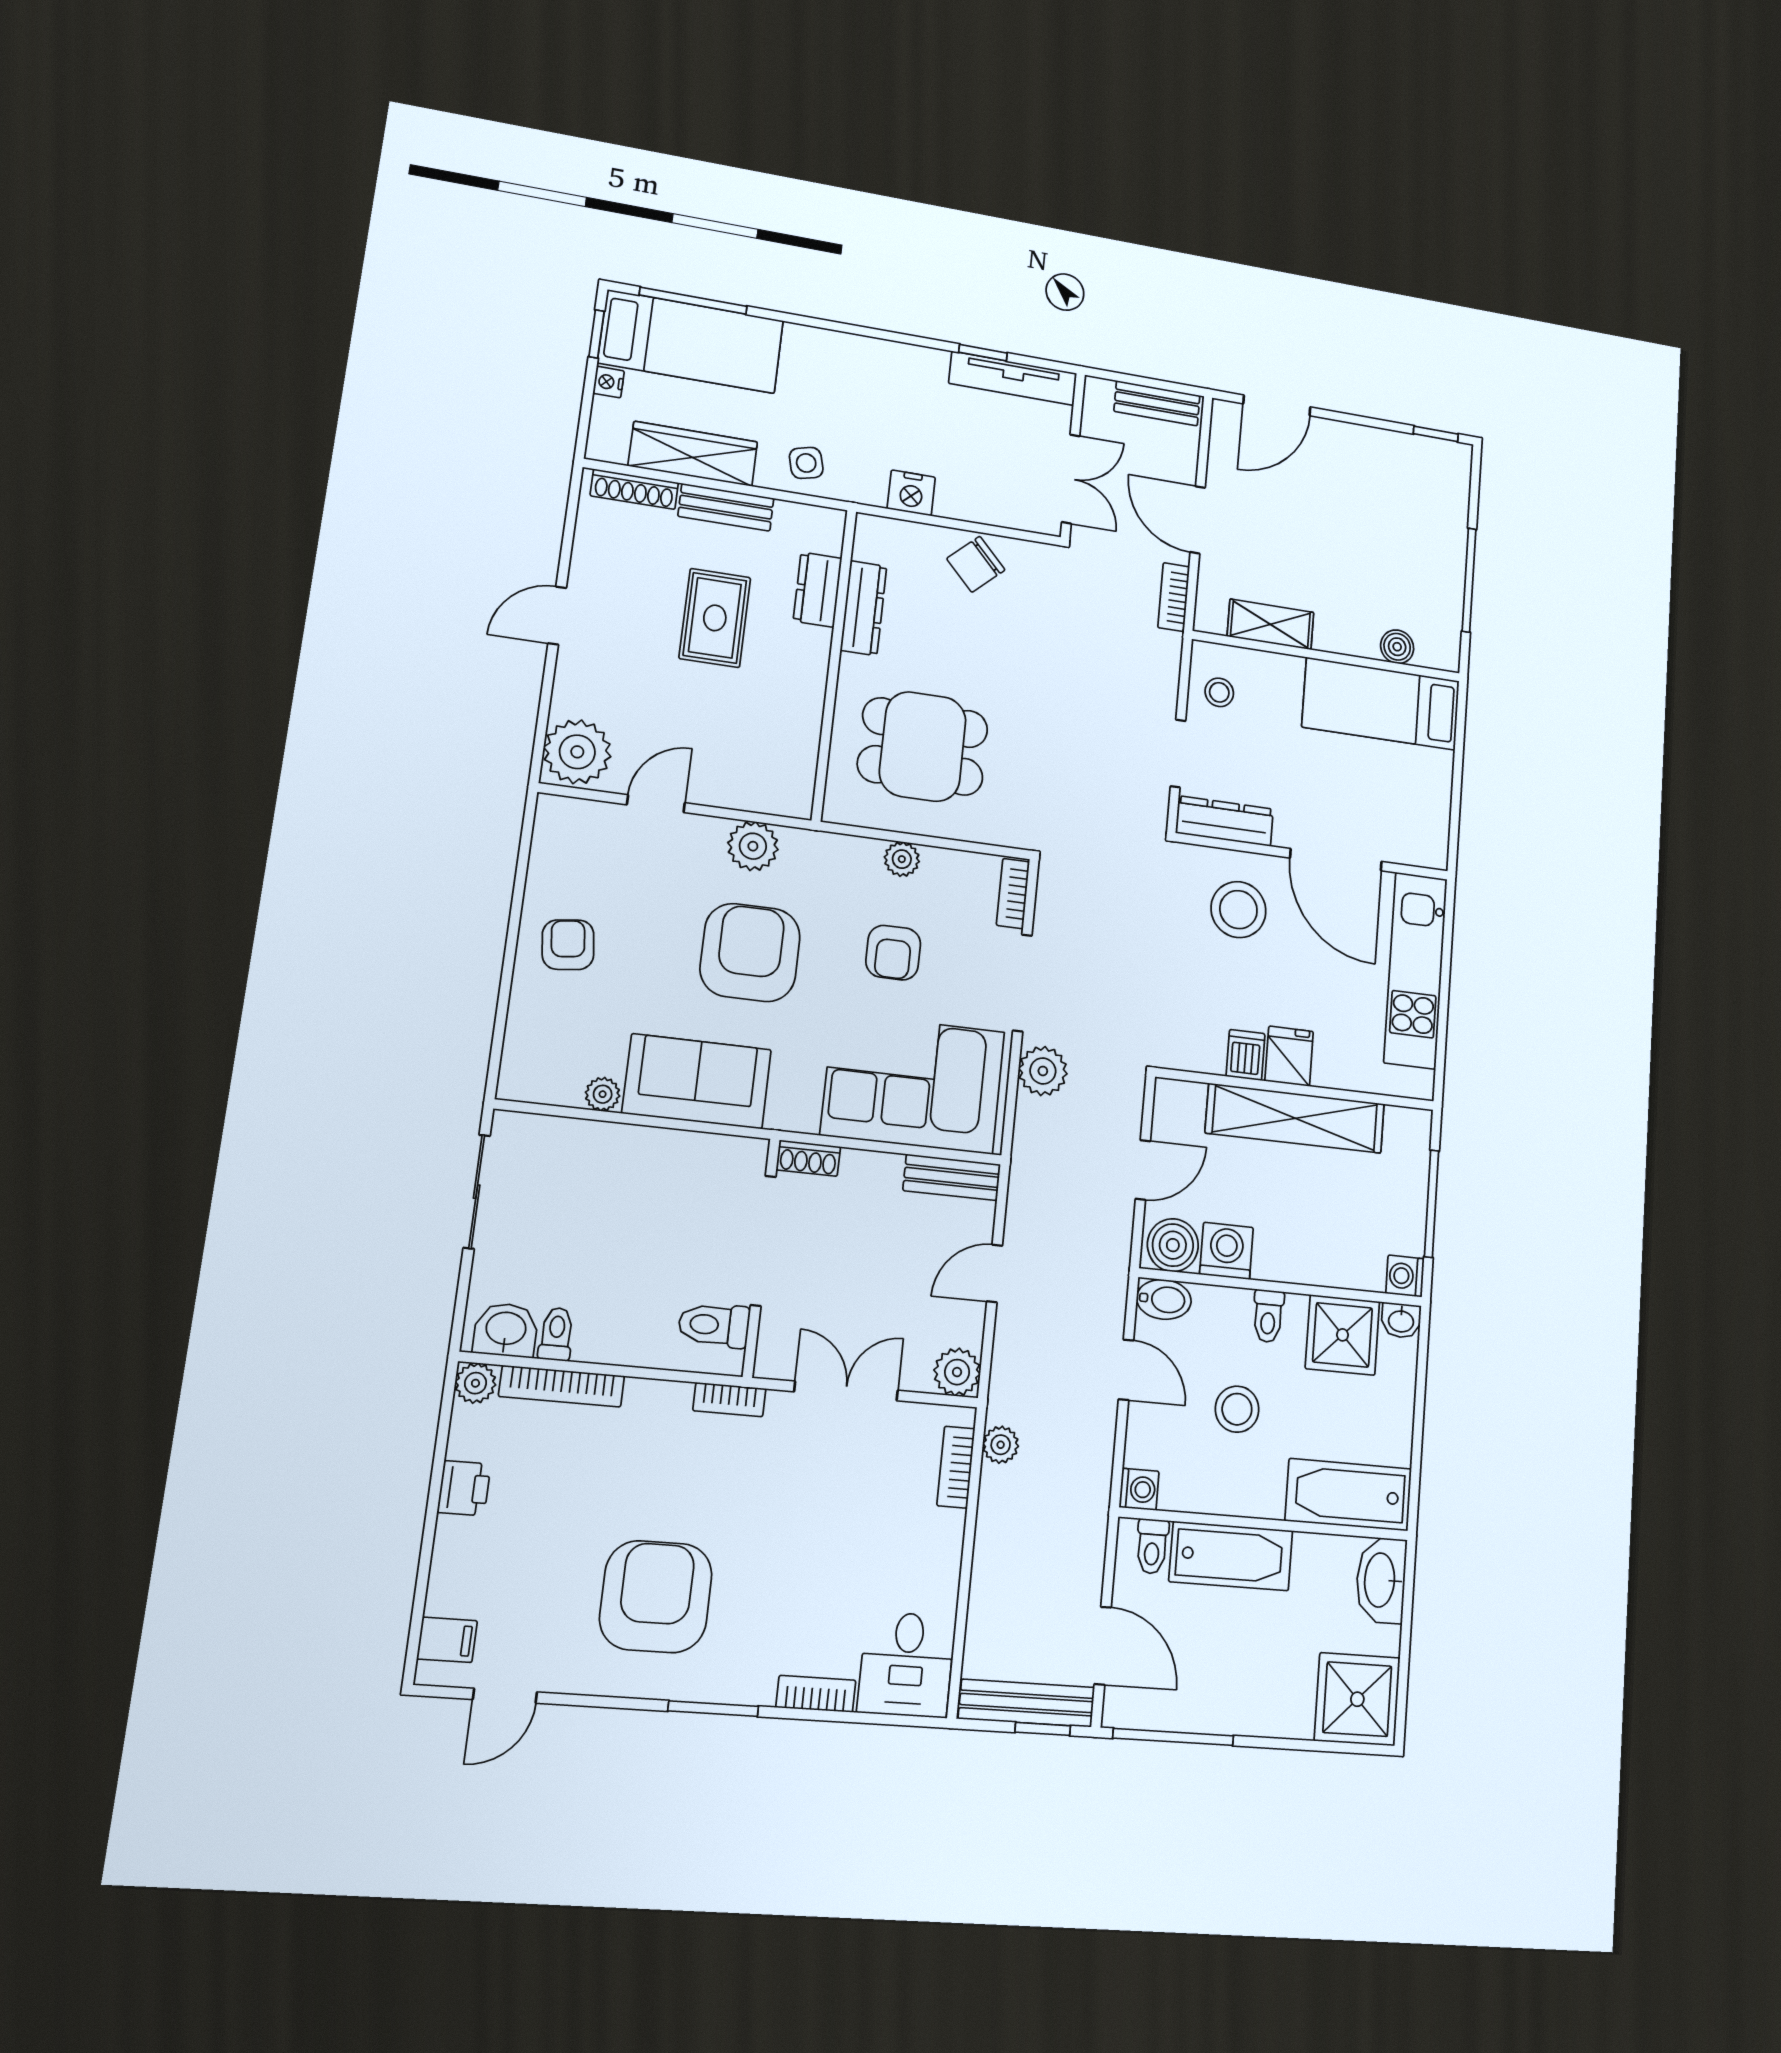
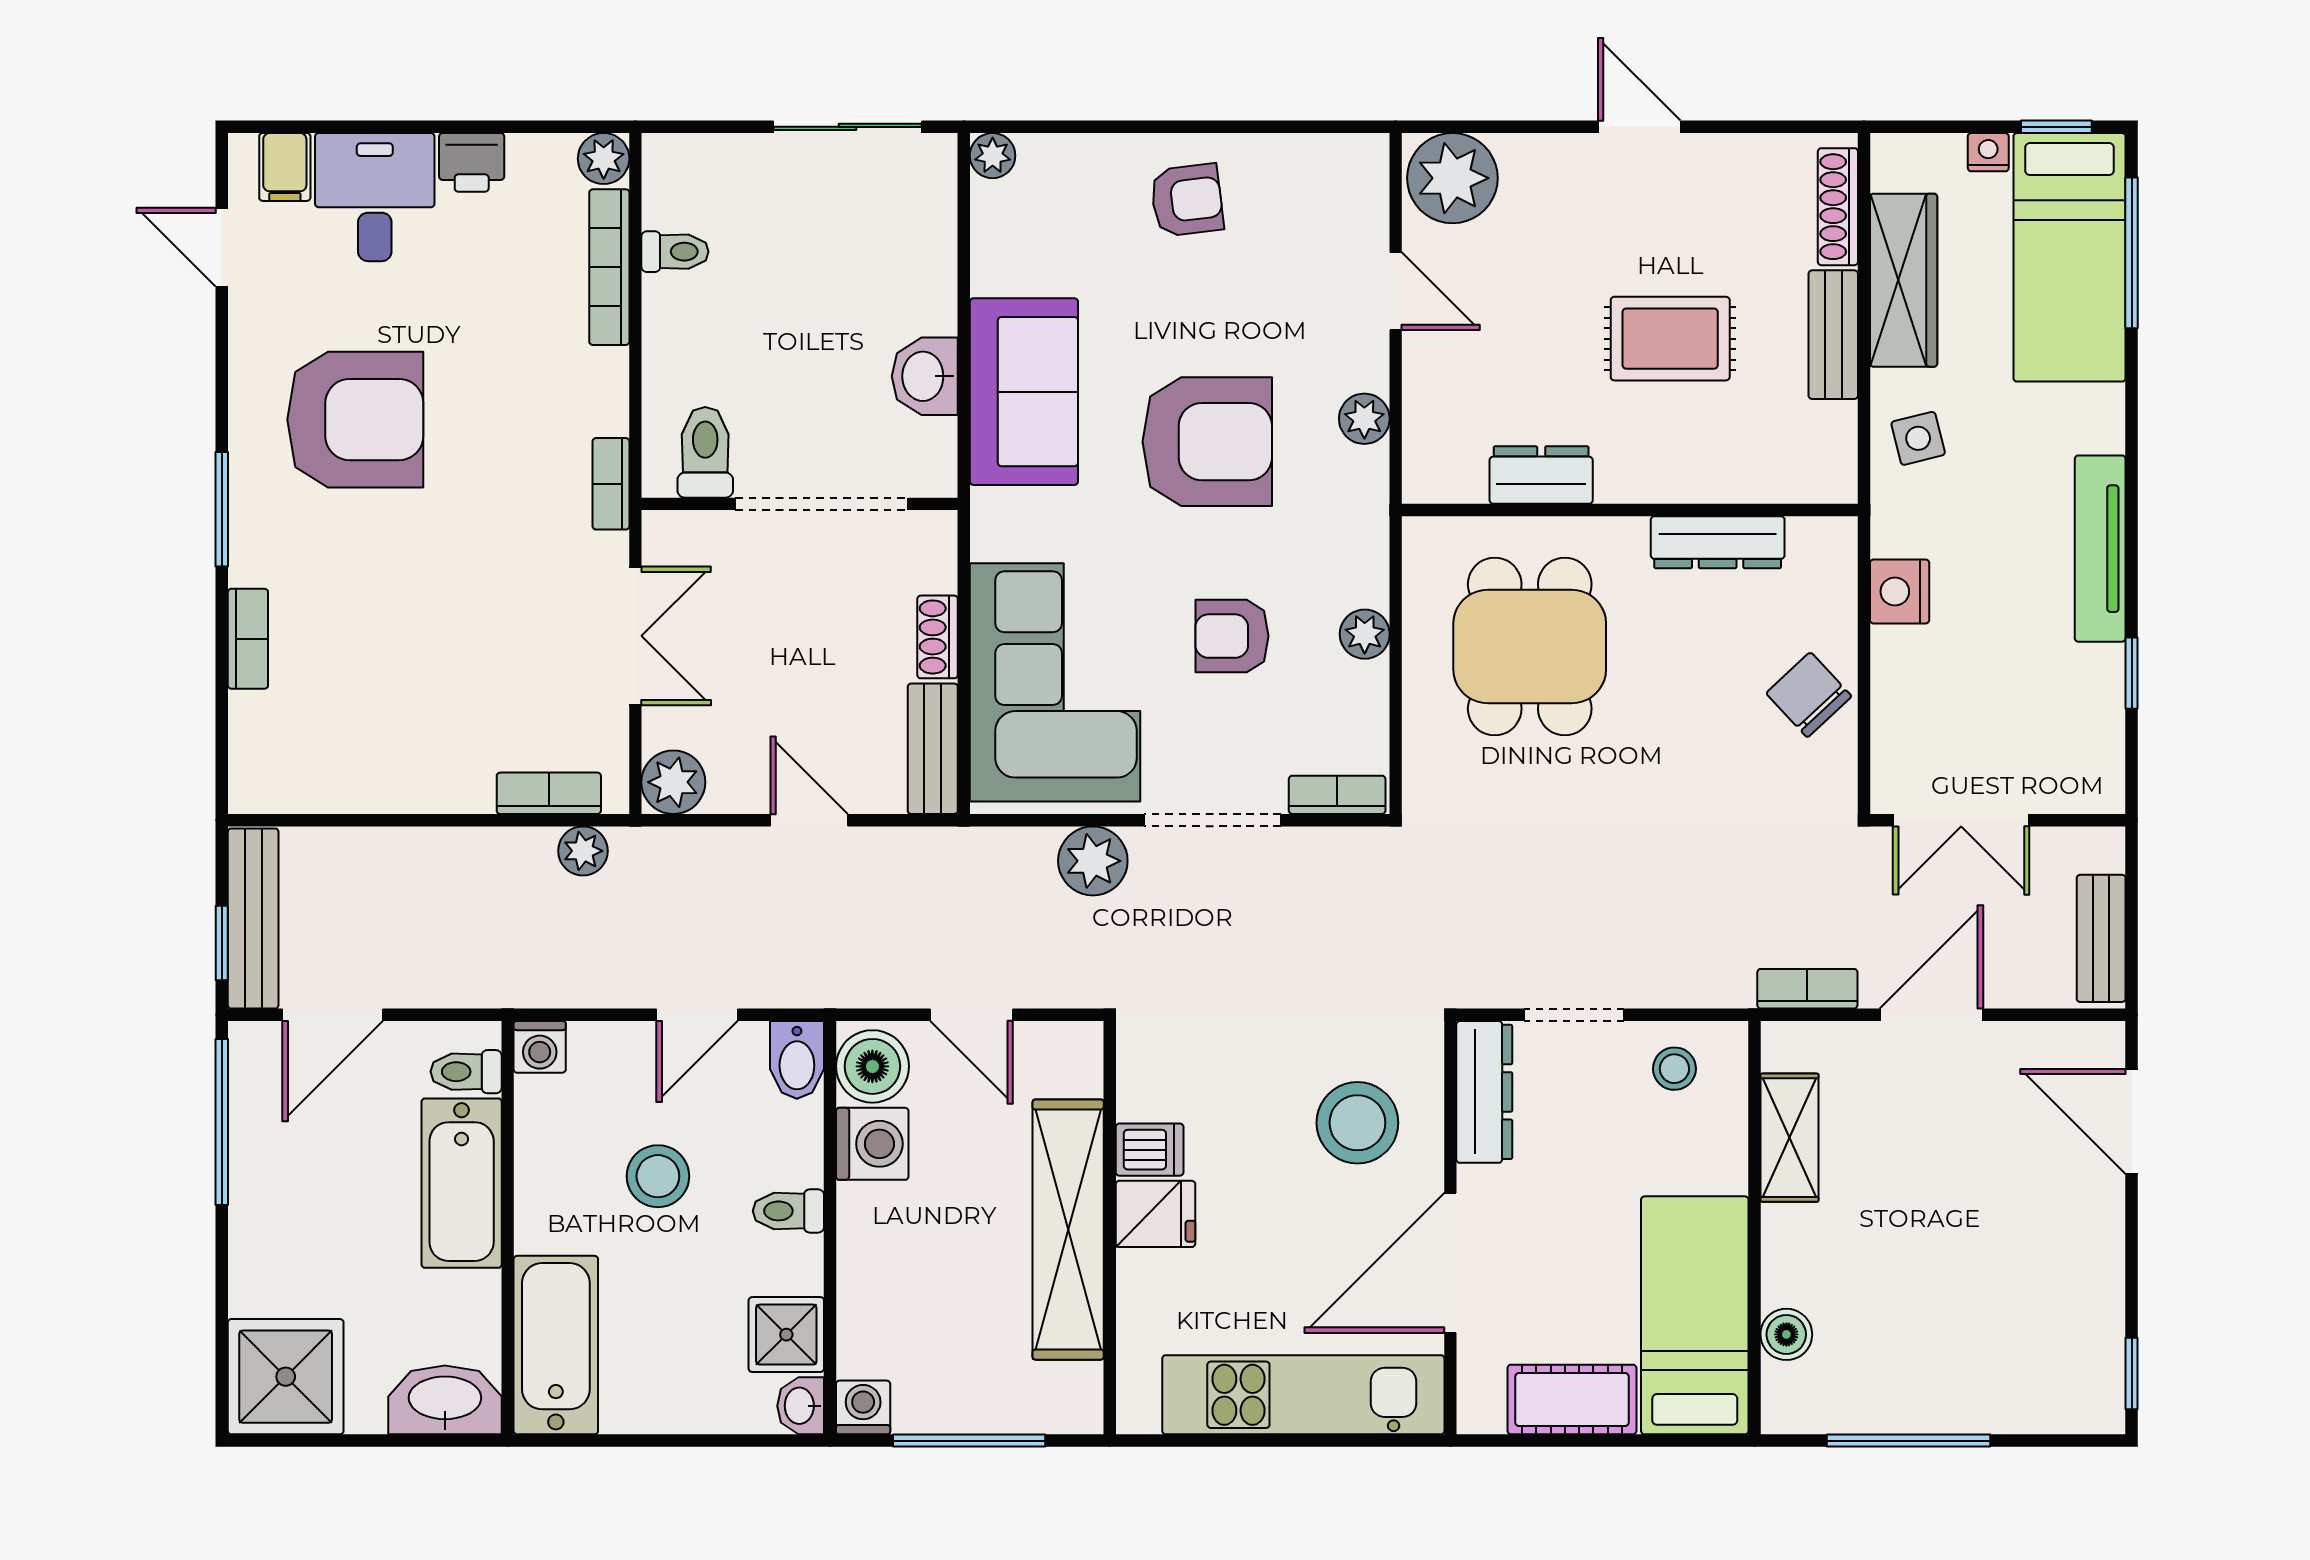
tv unit: (1013, 378) -> (2100, 549), moved
dresser: (818, 590) -> (1541, 475), moved
cot: (1430, 792) -> (1572, 1400), added
plant: (753, 846) -> (1364, 419), width x0.73, depth x0.73
plant: (603, 1094) -> (993, 156), moved
shoe rack: (808, 1158) -> (938, 637), moved
washbasin: (506, 1330) -> (925, 376), moved, turned 180
shower: (1342, 1335) -> (786, 1335), width x0.73, depth x0.73
desk: (906, 1664) -> (375, 197), moved, turned 90

